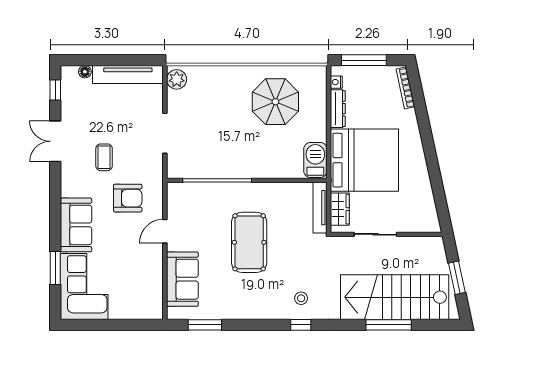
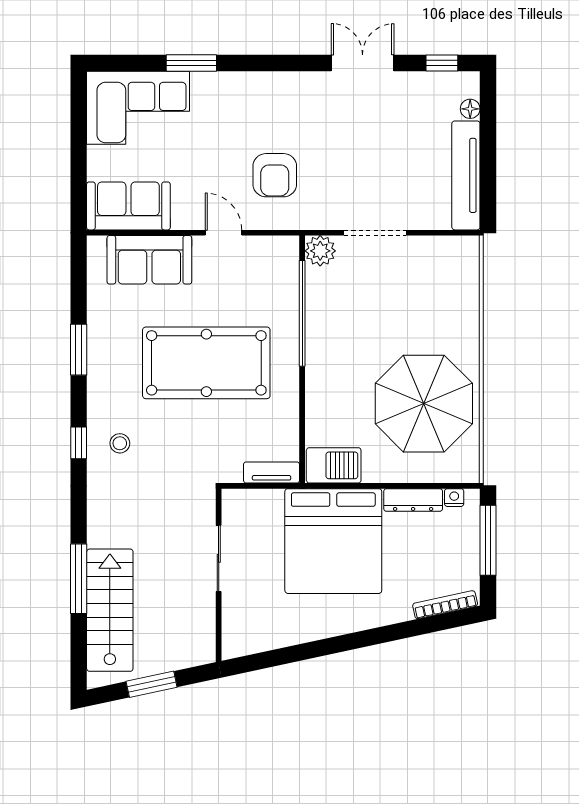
plant: (177, 79) -> (320, 251), moved
parasol: (275, 102) -> (424, 404), width x1.36, depth x1.36
coffee table: (104, 157) -> (338, 139), removed
tv unit: (320, 208) -> (272, 472), width x0.71
wardrobe: (340, 209) -> (258, 503), removed
sofa: (76, 225) -> (128, 206), moved, turned 180
pool table: (249, 242) -> (206, 363), width x1.36, depth x1.32
window: (55, 268) -> (191, 63), moved
stairs: (395, 297) -> (110, 610), width x0.73, depth x0.66
window: (205, 325) -> (79, 350), moved

